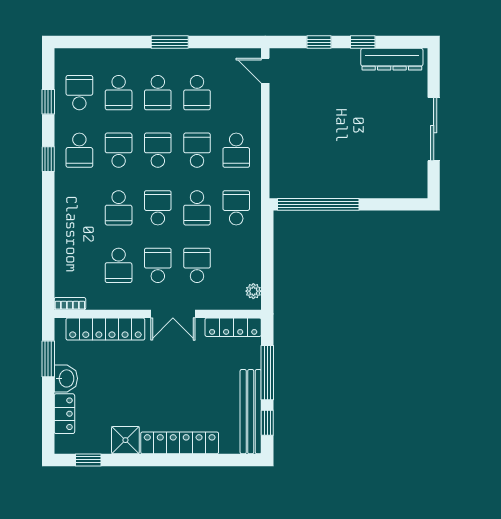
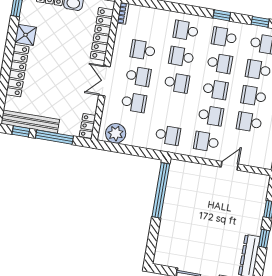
door: (265, 71) -> (230, 166), moved
school desk: (197, 208) -> (186, 31), moved
plant: (253, 291) -> (116, 133), width x1.88, depth x1.88
locker: (233, 327) -> (87, 126), width x0.66

